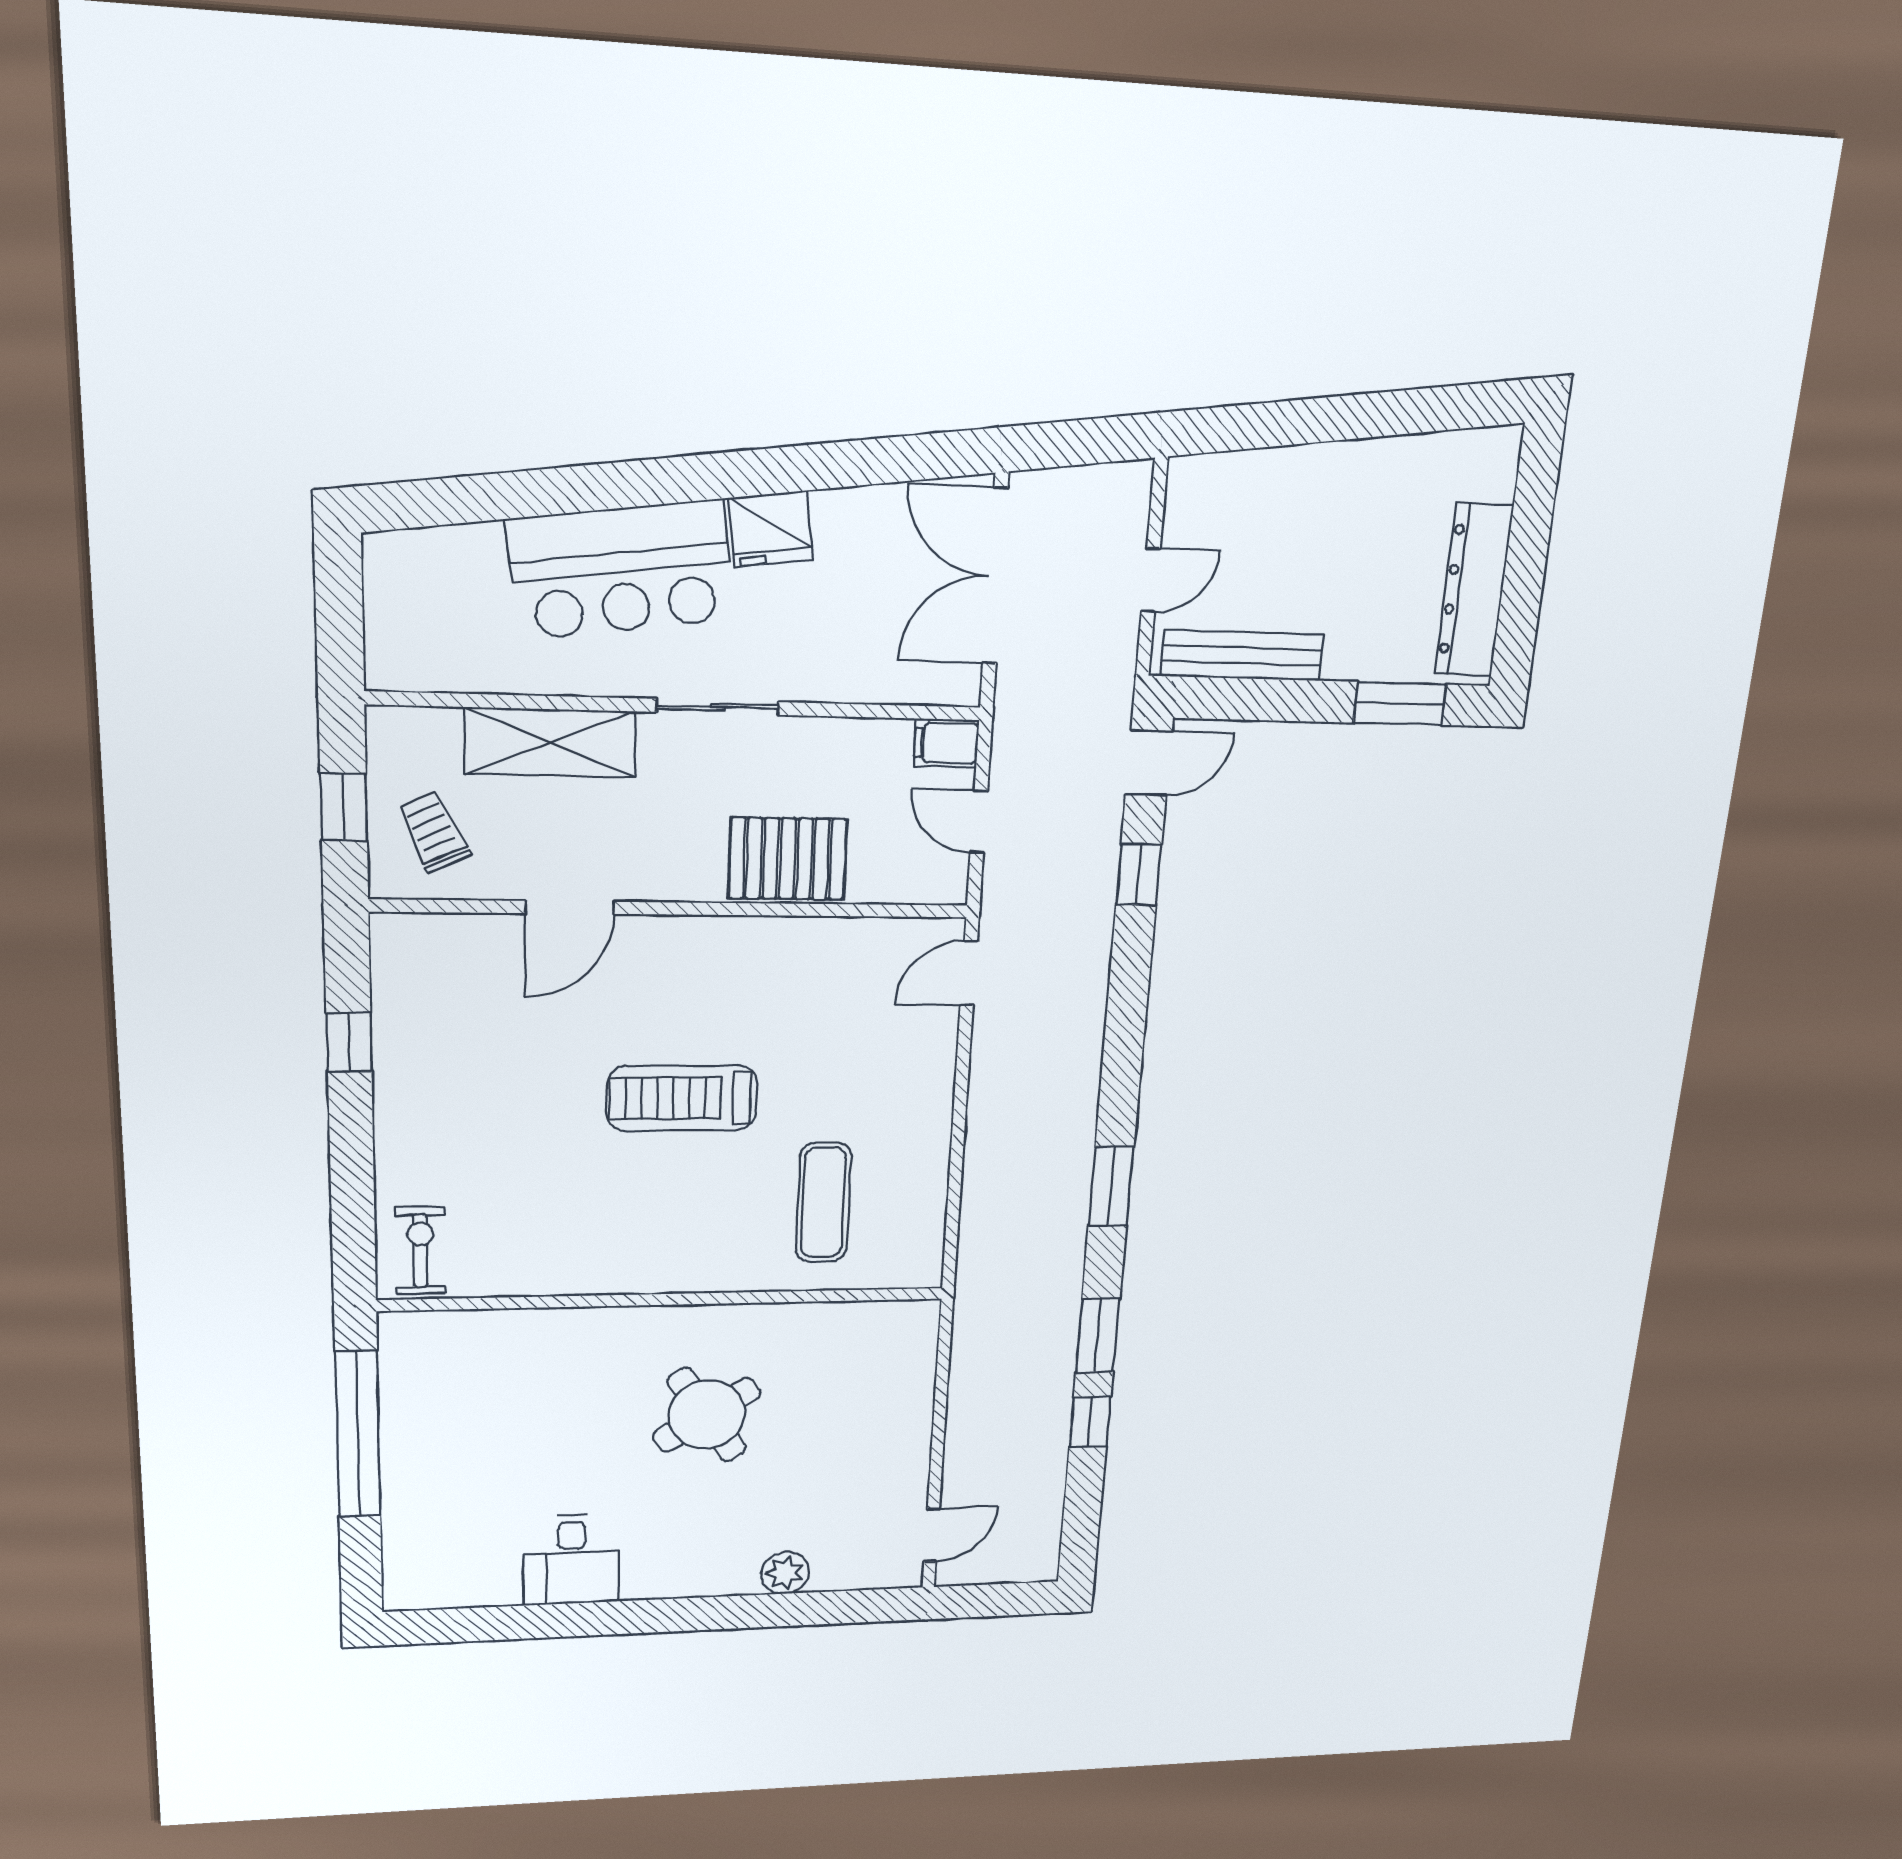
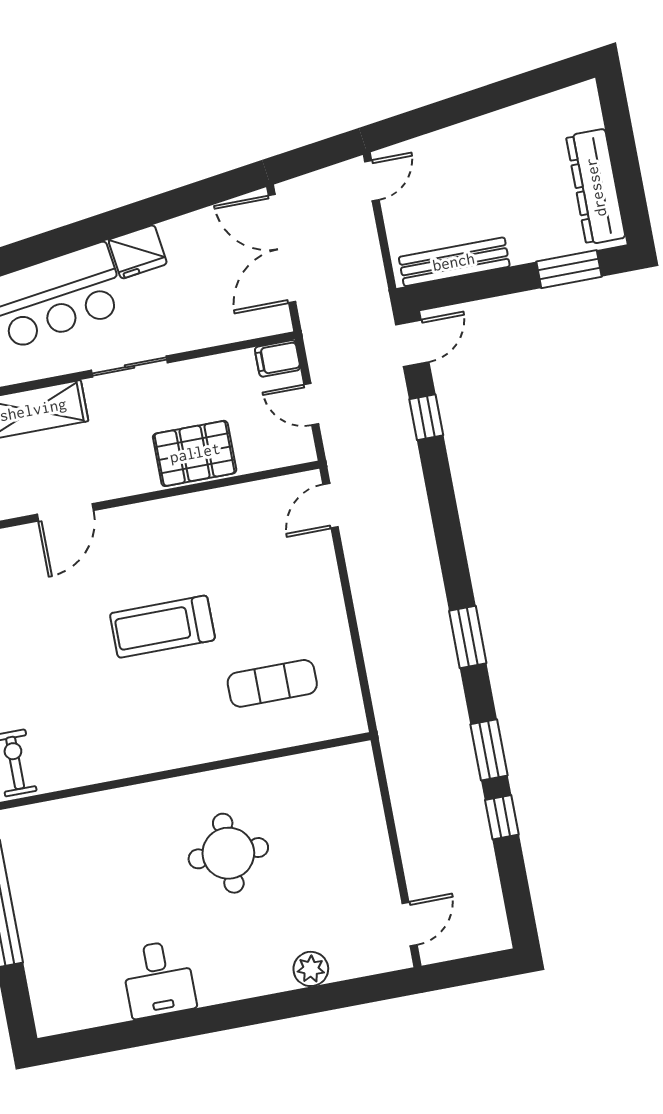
door: (1151, 580) -> (372, 181), moved
exercise mat: (823, 1202) -> (272, 683), turned 90
round table: (707, 1415) -> (228, 853), turned 33

